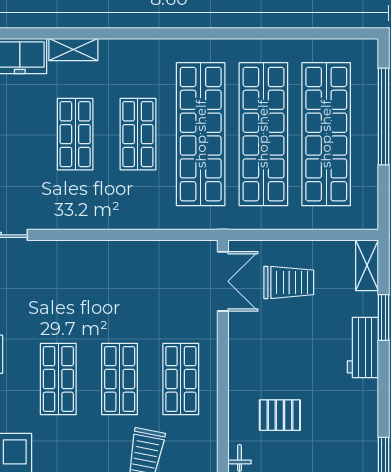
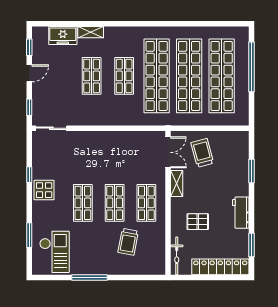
shelving: (367, 265) -> (177, 183), moved
trolley: (289, 282) -> (202, 153), turned -105
workbench: (363, 348) -> (241, 213), moved

